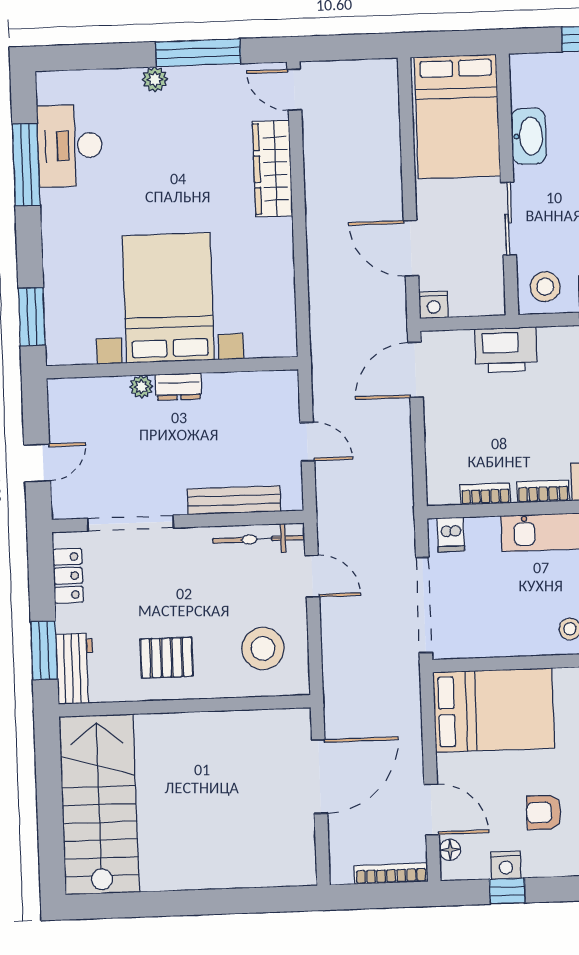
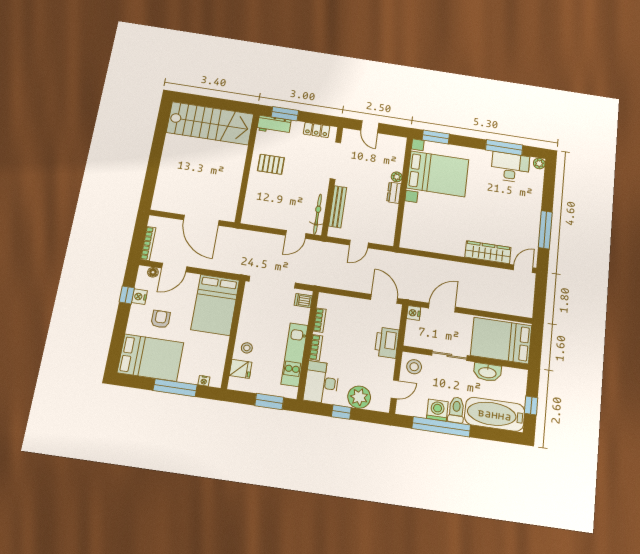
plant: (155, 79) -> (539, 163), moved
bed with nightstands: (168, 298) -> (438, 174), moved
stool: (263, 648) -> (266, 207), removed
pallet: (167, 658) -> (271, 164), turned 90

